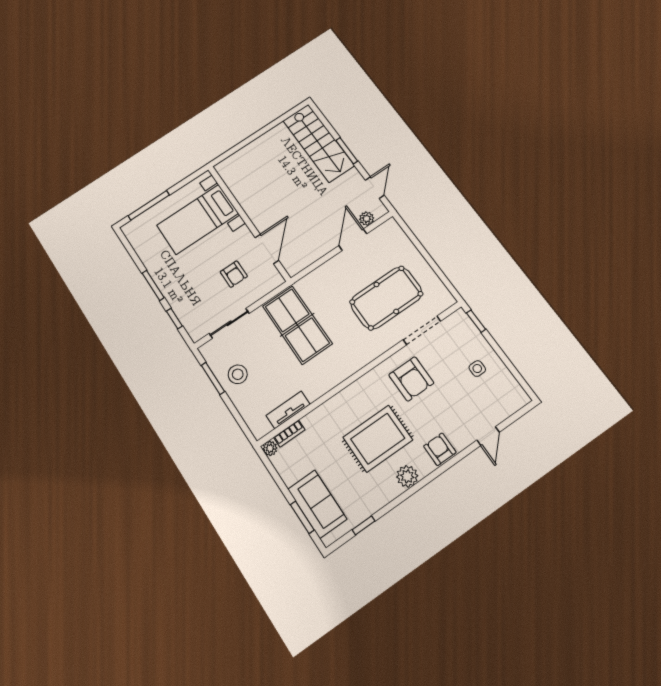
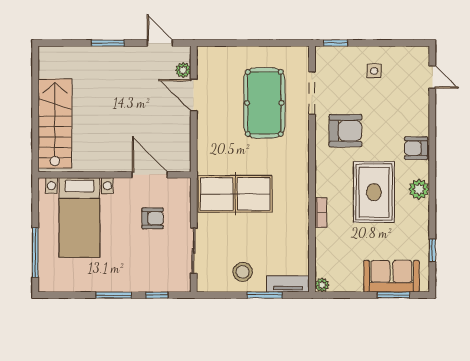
stairs: (318, 143) -> (55, 124), moved, turned -90
window: (213, 378) -> (265, 295), moved
tv unit: (288, 410) -> (288, 284), moved, turned 90
bookcase: (289, 434) -> (321, 213), moved
door: (488, 436) -> (432, 77), moved

